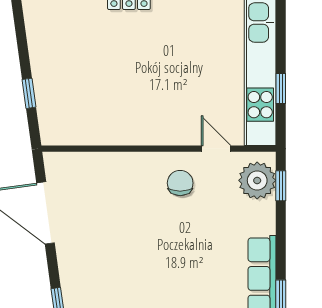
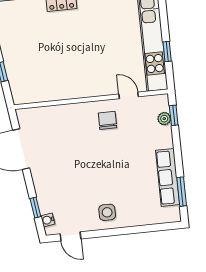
plant: (257, 180) -> (164, 119), width x0.53, depth x0.53

